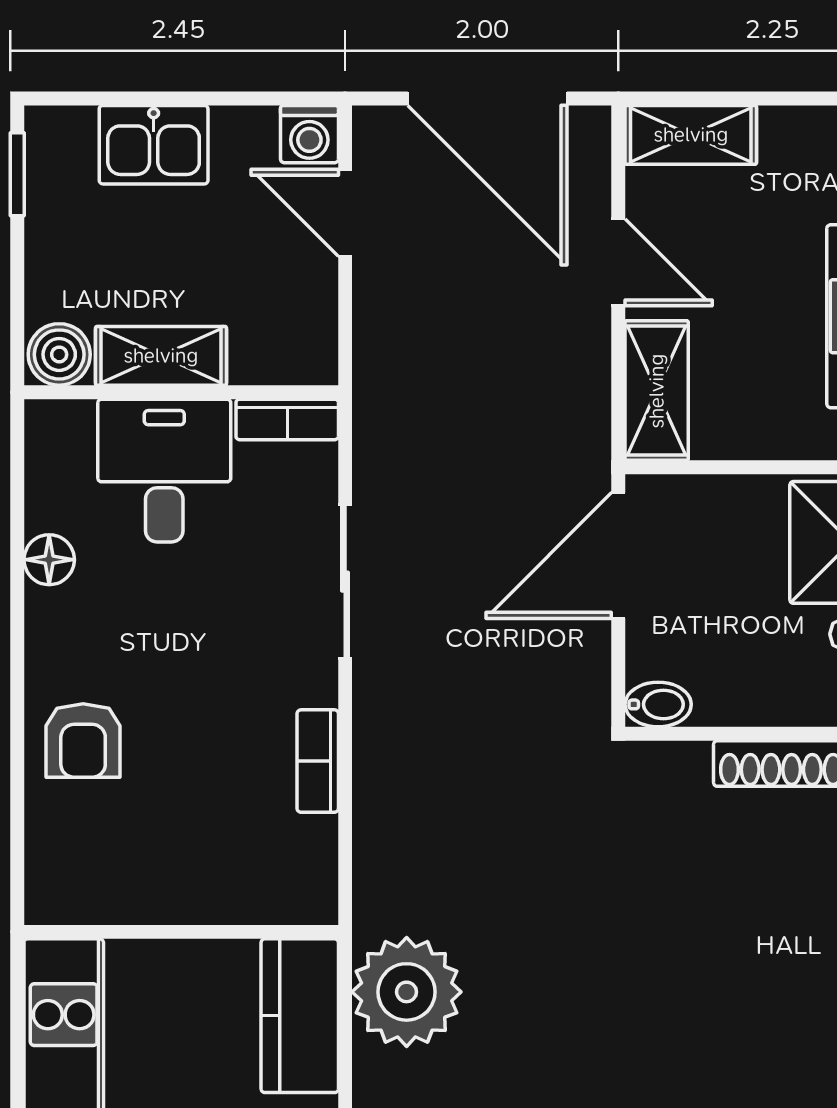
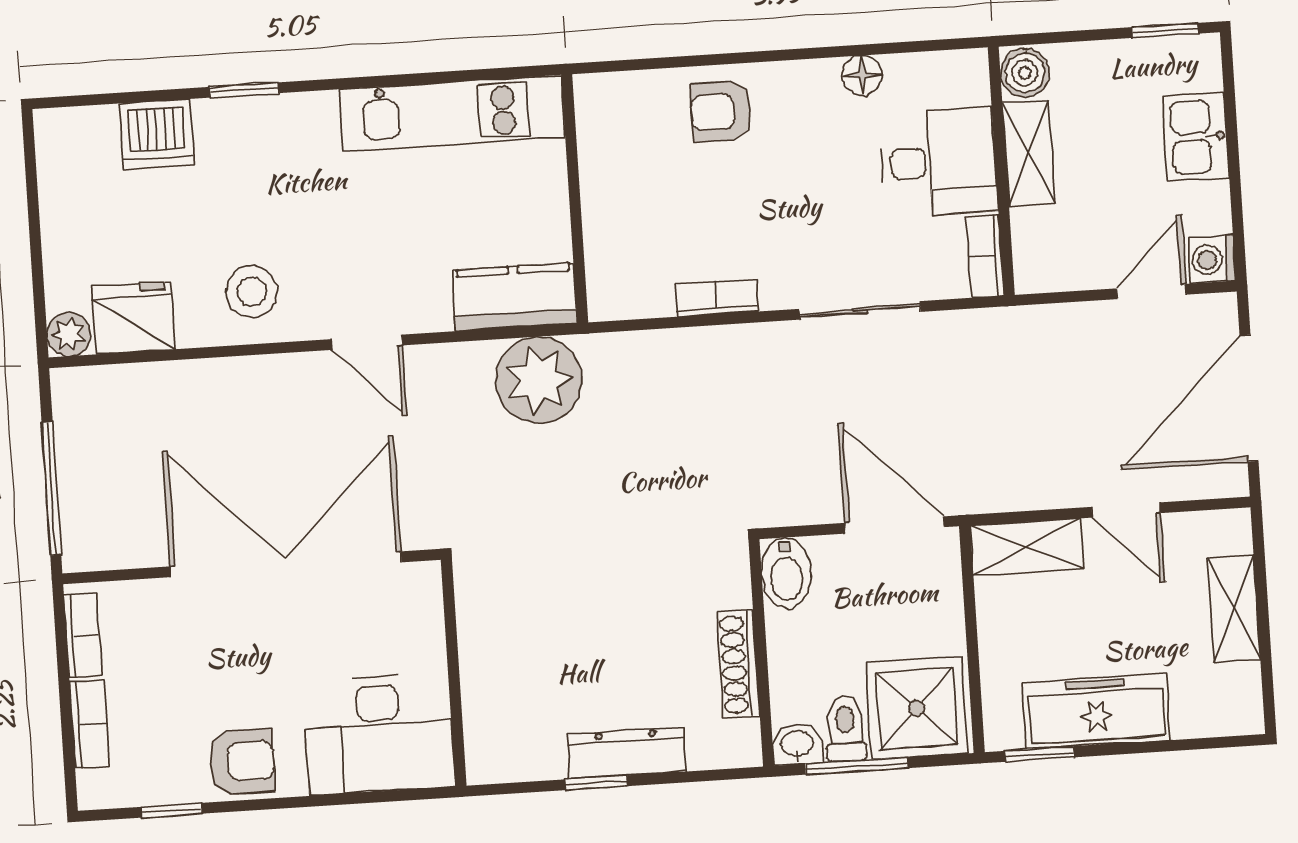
shelving: (691, 135) -> (1234, 609), moved
door: (618, 262) -> (1126, 510), hinge flipped
bidet: (658, 704) -> (786, 573), width x1.38, depth x1.36

